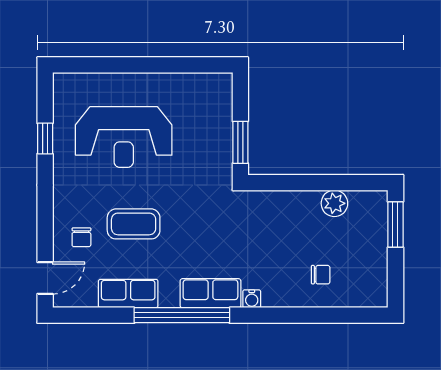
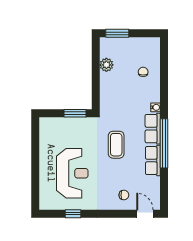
coffee table: (134, 224) -> (116, 145), moved
row of seats: (128, 293) -> (153, 161), moved

